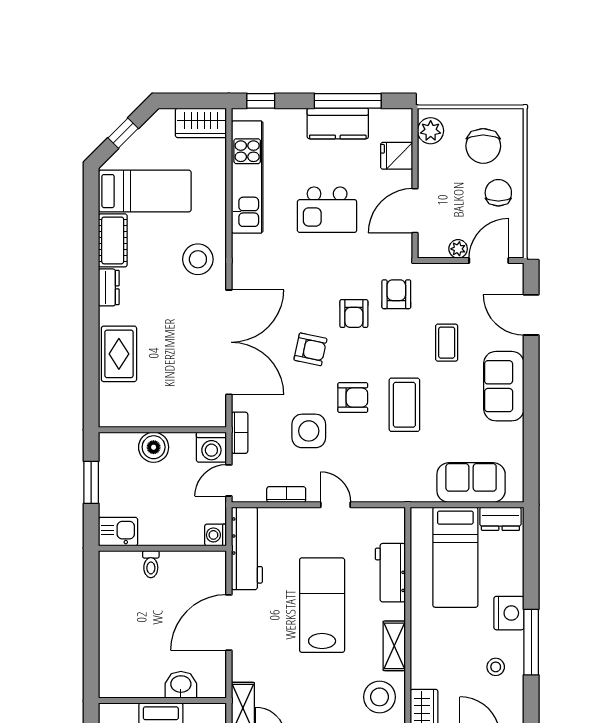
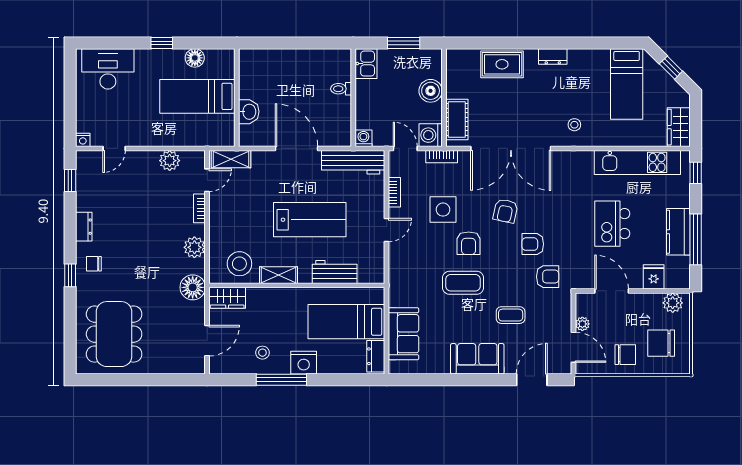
cot: (113, 240) -> (457, 119), moved, turned 90
stool: (198, 259) -> (574, 125), width x0.53, depth x0.53

